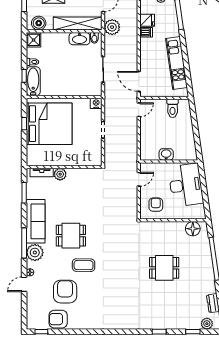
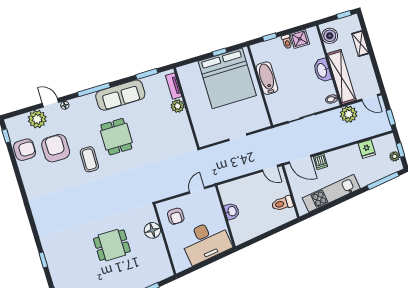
dishwasher: (146, 32) -> (320, 162), moved
washbasin: (79, 39) -> (322, 70), moved
shower: (34, 40) -> (300, 39), moved
bathtub: (33, 81) -> (267, 78), moved, turned -90
door: (139, 81) -> (300, 159), swing flipped
nightstand: (96, 103) -> (263, 122), removed
door: (139, 179) -> (197, 190), swing flipped
armchair: (156, 205) -> (176, 216), turned 90
floor lamp: (193, 229) -> (152, 230), moved
plant: (35, 253) -> (37, 119), moved
dining table: (164, 268) -> (112, 245), turned 90
armchair: (65, 292) -> (56, 148), turned -90
armchair: (58, 319) -> (25, 150), turned 90

